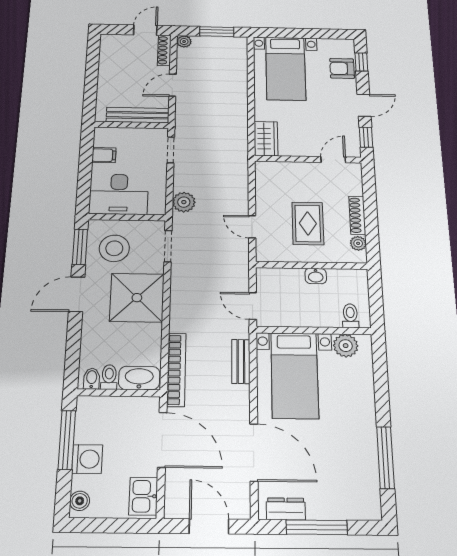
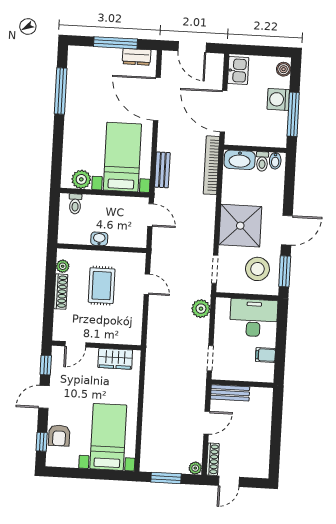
armchair: (342, 68) -> (59, 436), turned 90
bench: (138, 115) -> (230, 393), width x0.73
wardrobe: (266, 139) -> (115, 359), moved, turned -90

